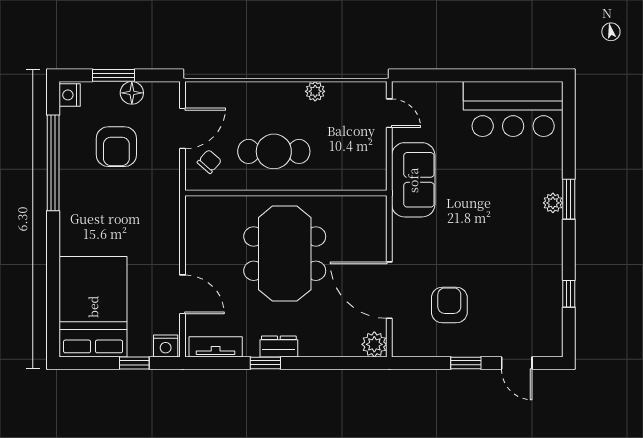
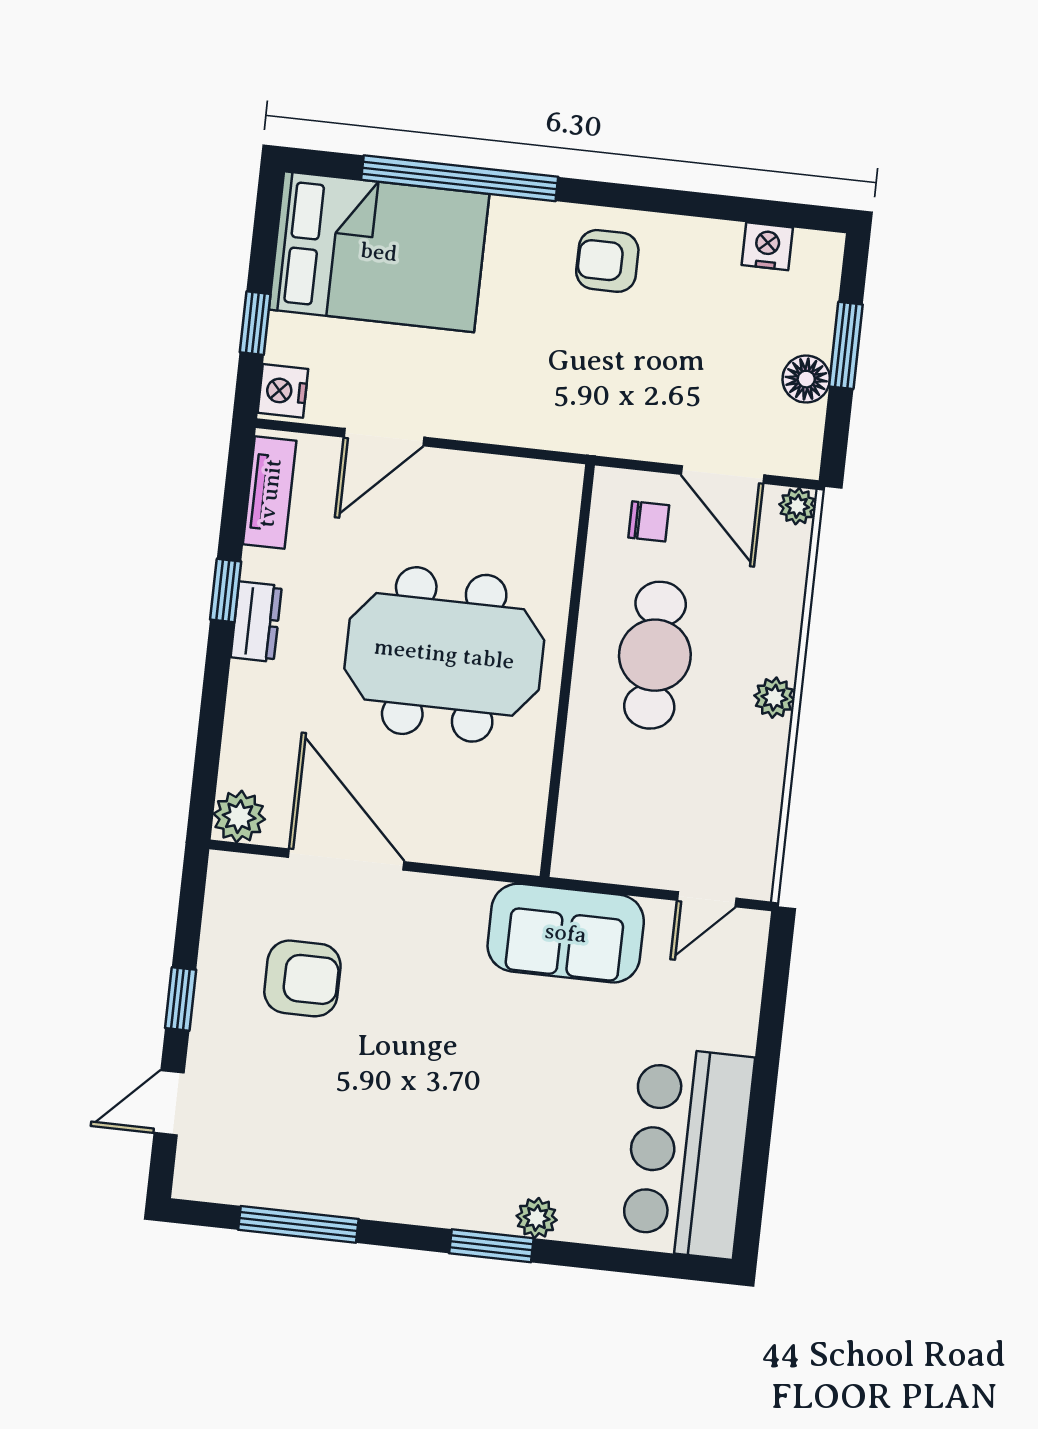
plant: (194, 90) -> (797, 506), added
plant: (315, 91) -> (774, 698), moved
nightstand: (70, 95) -> (767, 246), moved
armchair: (116, 147) -> (607, 261), moved, width x0.72, depth x0.72
chair: (209, 162) -> (649, 521), turned -41
window: (53, 163) -> (460, 178), moved
plant: (553, 203) -> (537, 1218), moved
door: (389, 290) -> (346, 860), hinge flipped
window: (569, 294) -> (298, 1224), width x2.17

